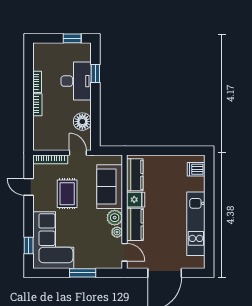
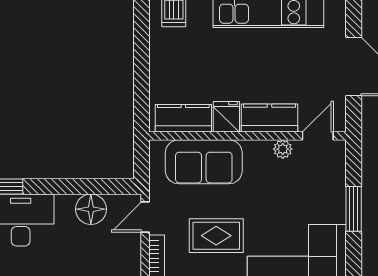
plant: (115, 218) -> (258, 153), removed

